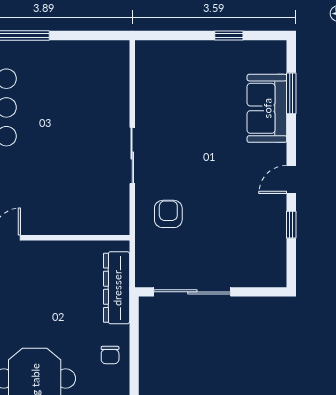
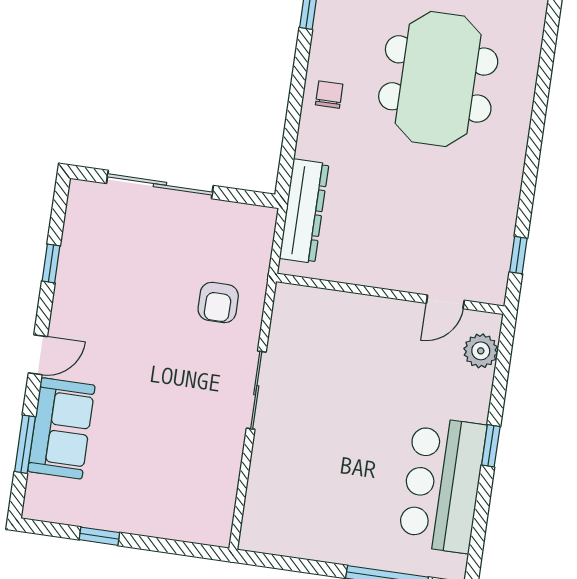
door: (291, 179) -> (38, 355), moved
sliding door: (192, 292) -> (160, 184), moved
chair: (110, 355) -> (329, 95), moved

